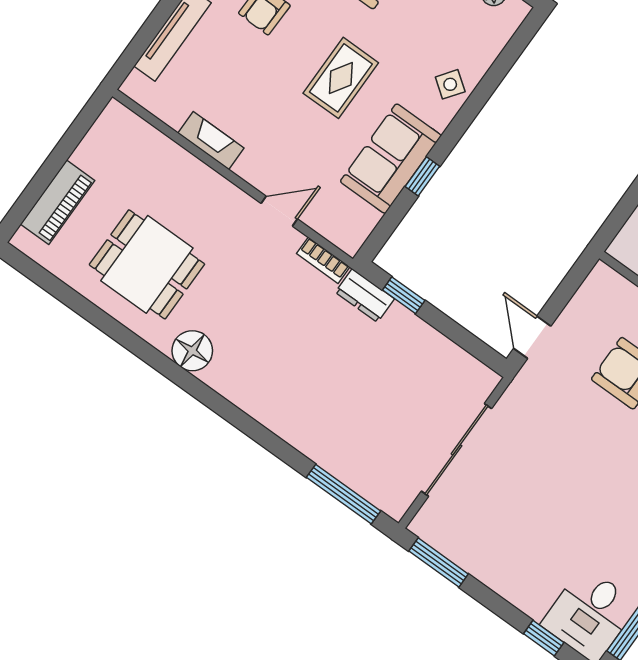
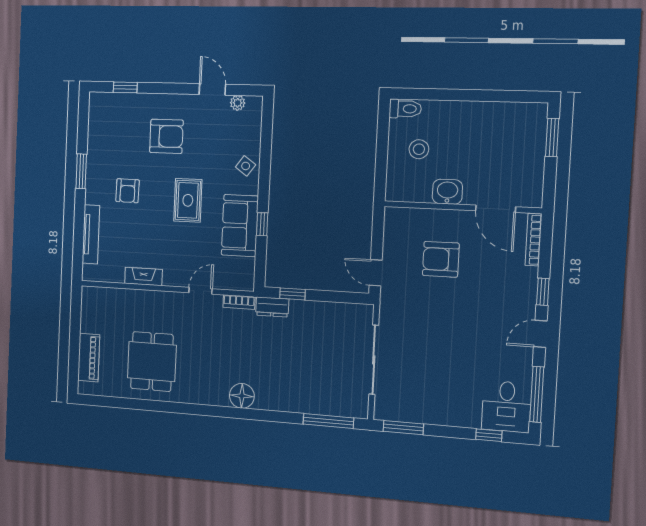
dining table: (147, 264) -> (152, 362), turned 90
floor lamp: (192, 351) -> (242, 396), moved

